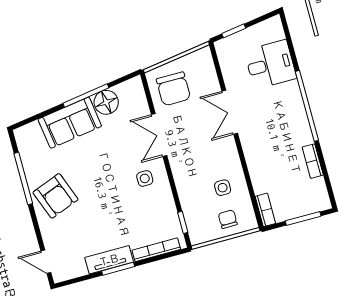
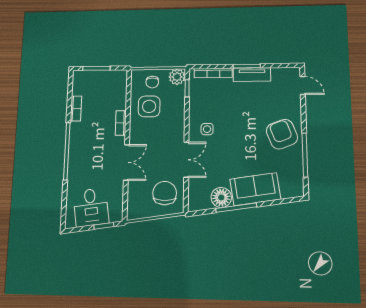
desk: (270, 64) -> (91, 207), moved, turned -98
side table: (223, 188) -> (149, 106), width x1.87, depth x1.87
bookcase: (265, 210) -> (121, 123), moved
plant: (199, 234) -> (177, 77), added

